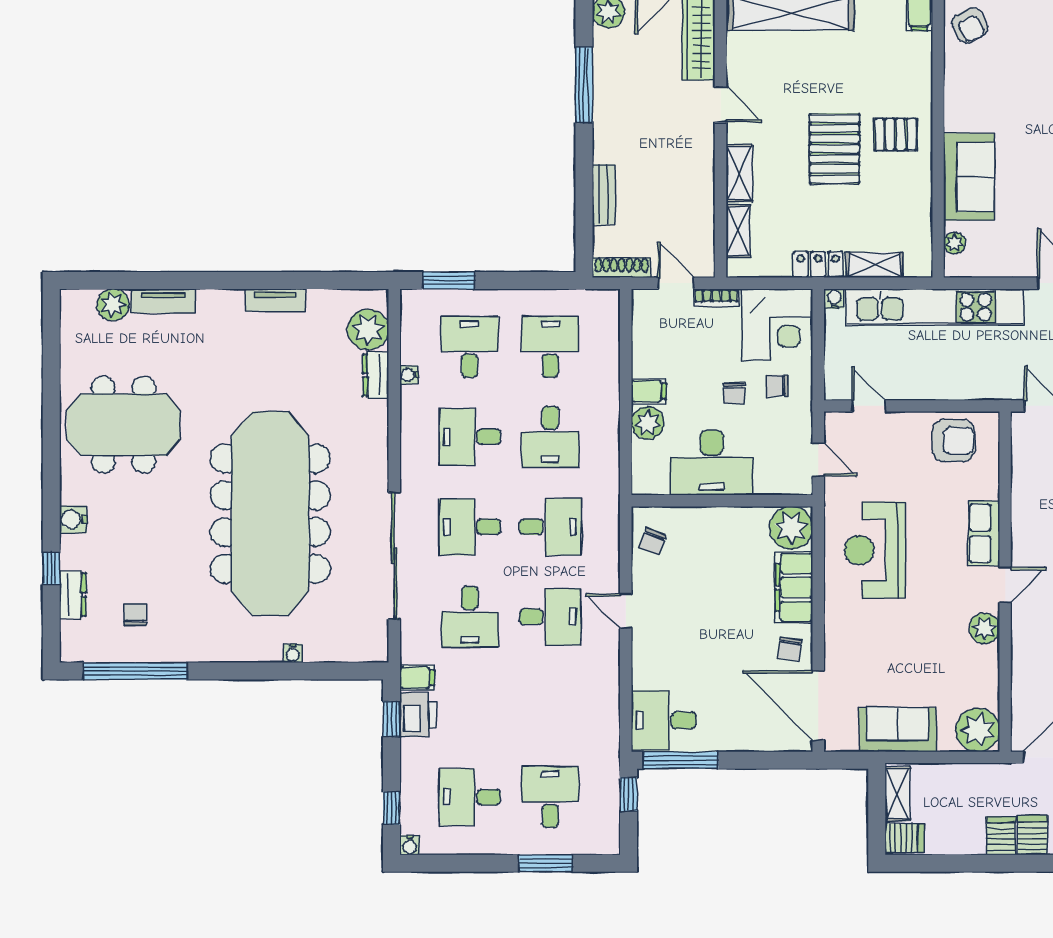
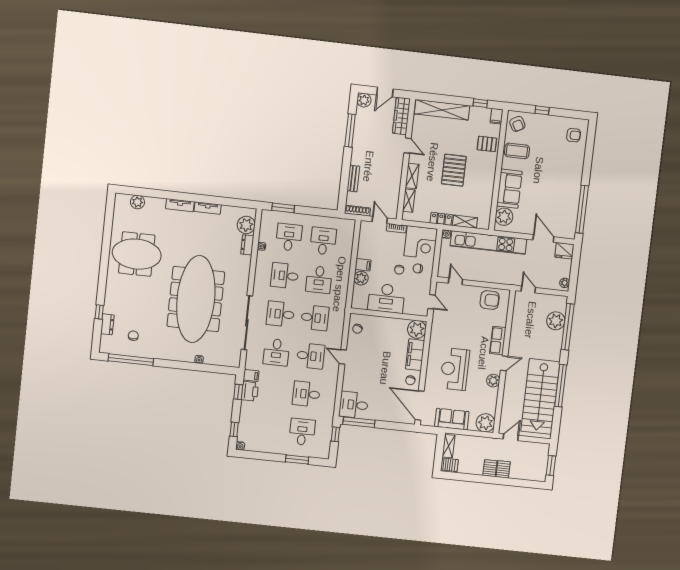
coffee table: (976, 88) -> (517, 151), added
pallet: (895, 134) -> (487, 144), moved
plant: (955, 243) -> (504, 217), width x1.88, depth x1.88
tv unit: (163, 301) -> (180, 205), moved
water cooler: (73, 519) -> (111, 292), removed
reception desk: (875, 550) -> (455, 369), moved
desk: (470, 797) -> (306, 394), moved

